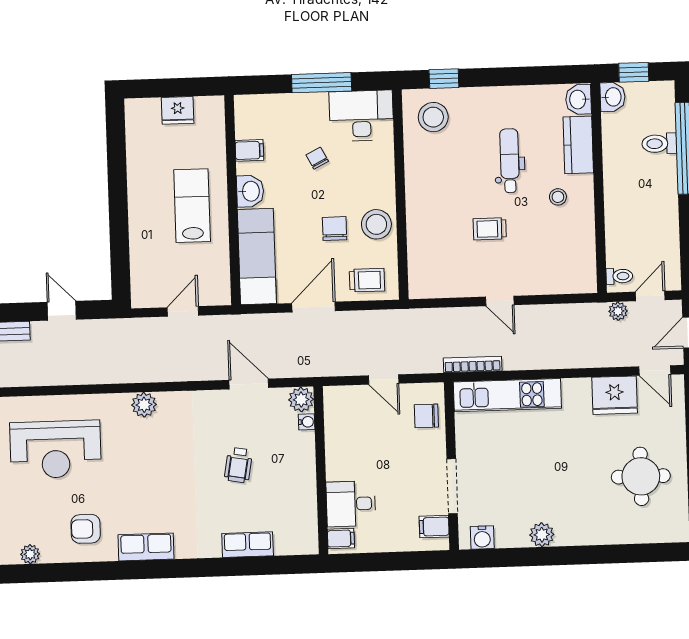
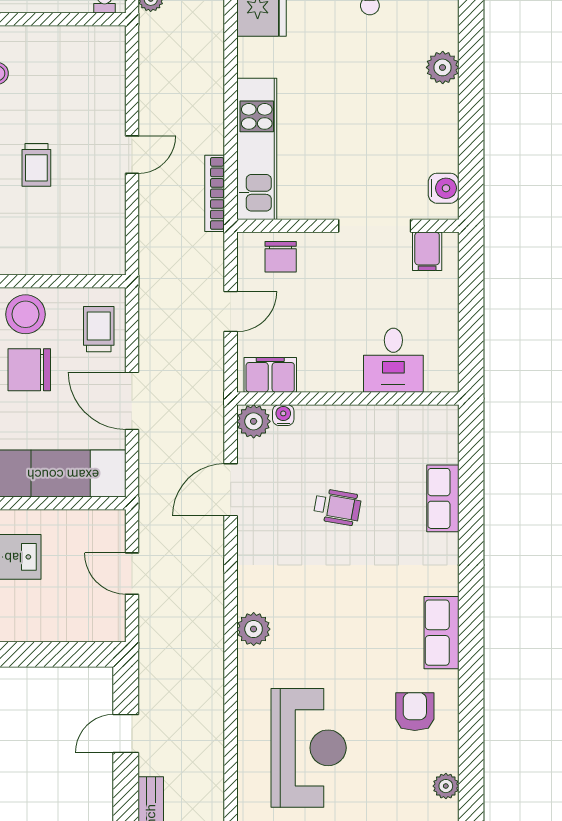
chair: (335, 229) -> (29, 370), width x1.37, depth x1.37
armchair: (86, 529) -> (415, 712), turned 180
plant: (542, 535) -> (443, 67), moved
filing cabinet: (341, 538) -> (270, 375), moved, width x2.00

